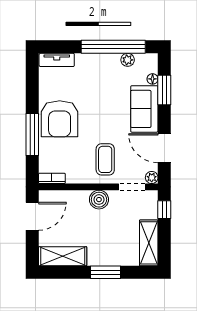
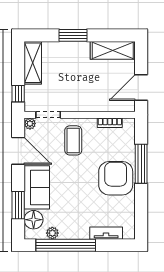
tv unit: (57, 60) -> (106, 233), moved
floor lamp: (153, 79) -> (34, 220), width x1.89, depth x1.89
bookcase: (52, 178) -> (110, 123), moved
boiler: (99, 200) -> (79, 103), removed

